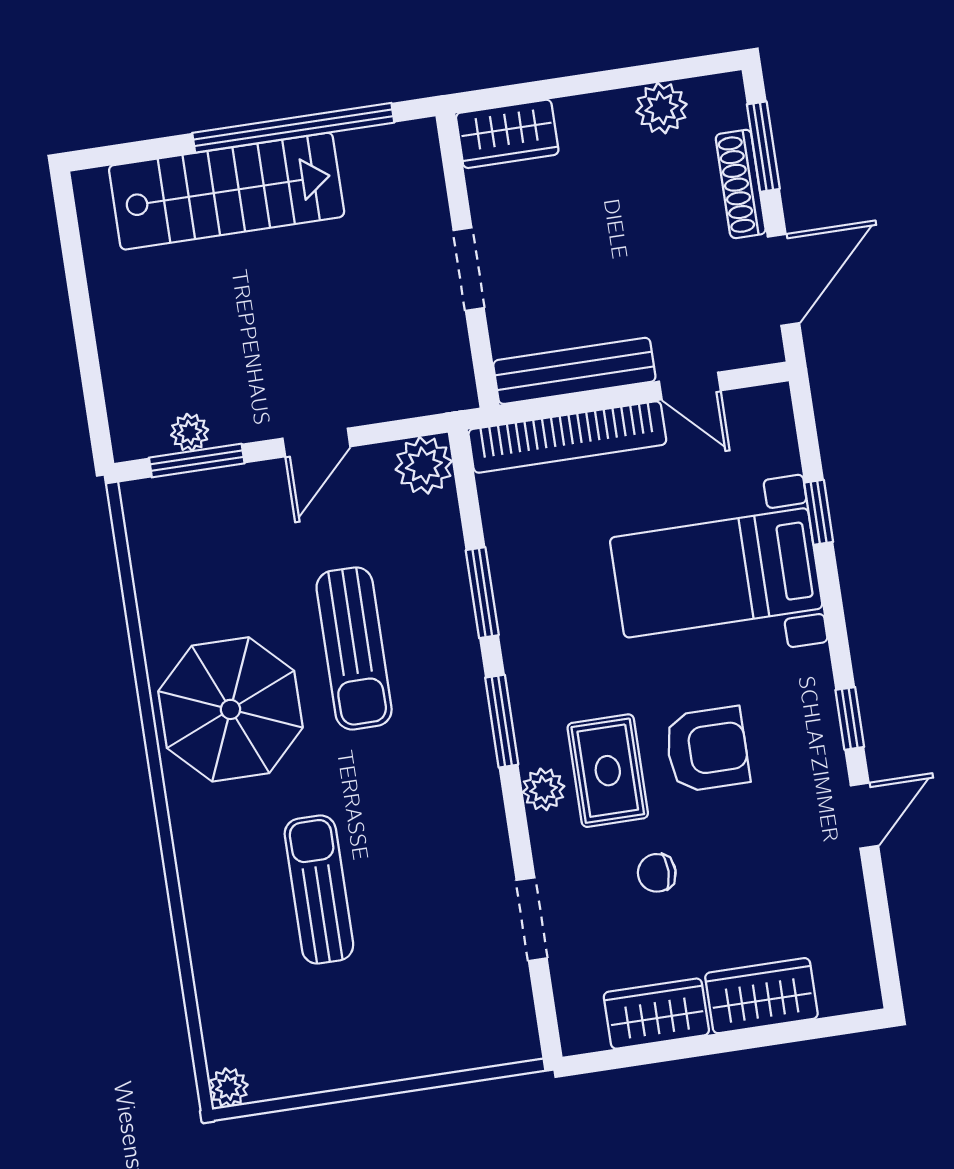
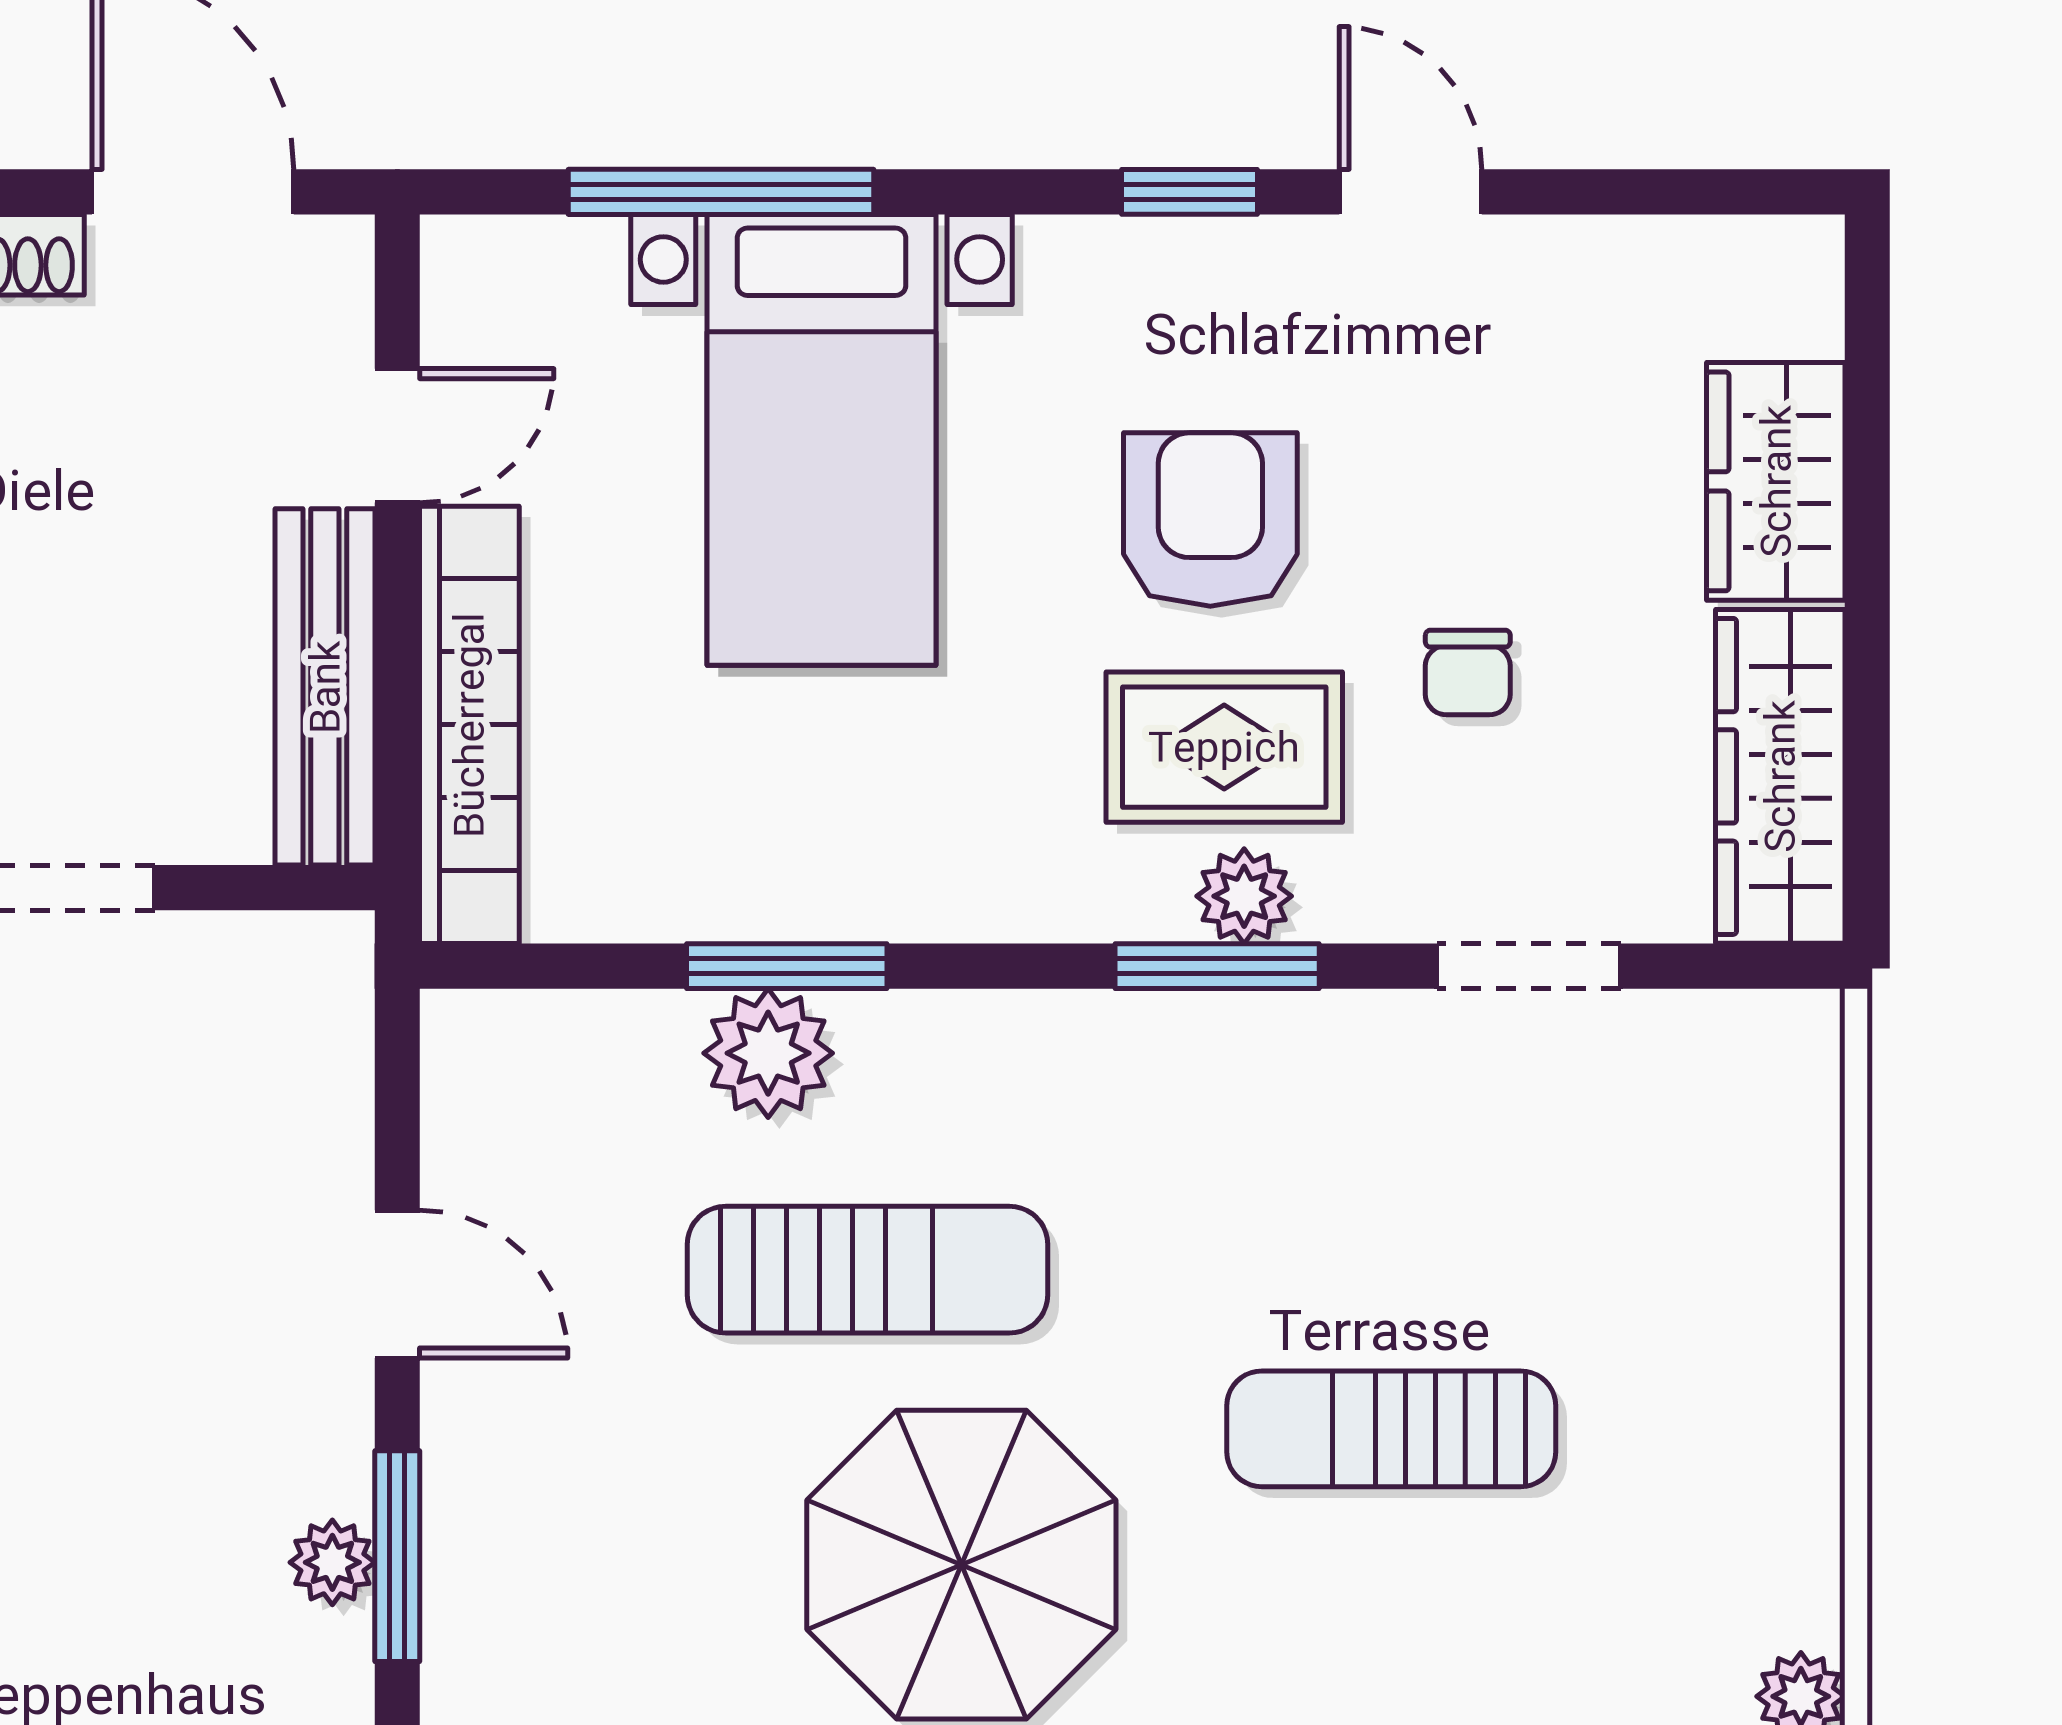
plant: (424, 465) -> (768, 1053), moved
window: (819, 512) -> (721, 192), width x2.17
window: (502, 721) -> (1217, 966), moved
wardrobe: (656, 1014) -> (1780, 776), width x1.50

